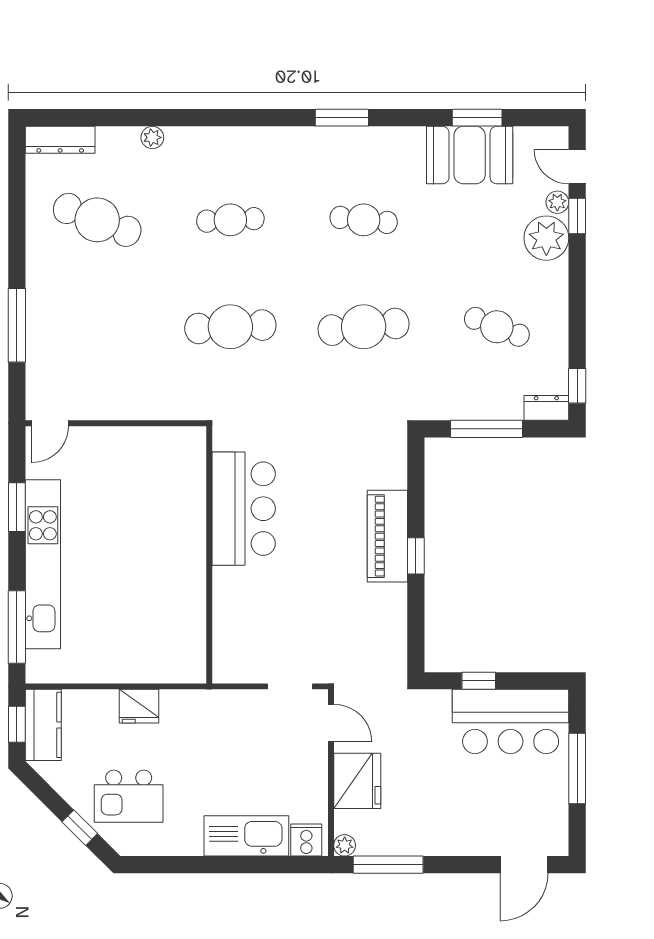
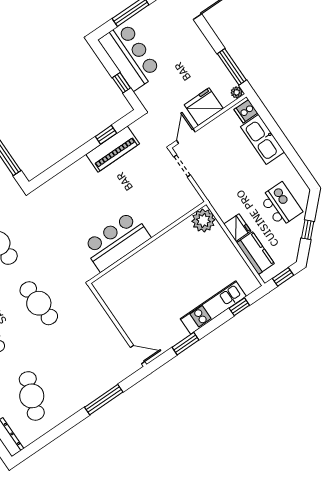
piano: (387, 536) -> (113, 149), moved
window: (416, 556) -> (106, 135), moved
kitchen unit: (43, 564) -> (213, 307), width x0.73
window: (17, 627) -> (239, 307), width x0.46
plant: (185, 662) -> (203, 220), added
kitchen counter: (43, 725) -> (255, 253), moved, turned 90
window: (80, 828) -> (308, 230), moved

